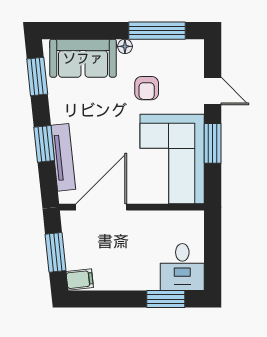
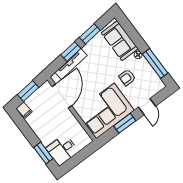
window: (37, 77) -> (90, 34), moved
door: (101, 207) -> (62, 96), hinge flipped

